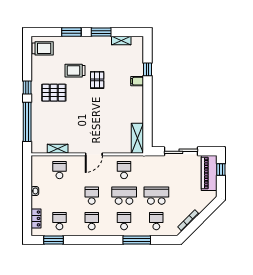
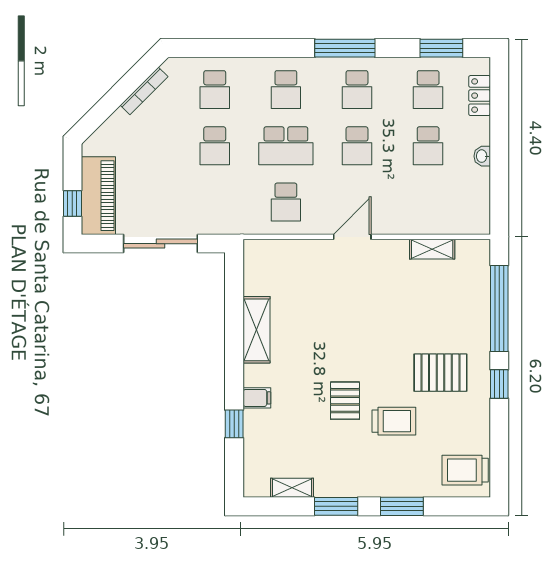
shelving: (137, 138) -> (257, 330), moved
school desk: (59, 170) -> (428, 146), moved
school desk: (156, 196) -> (215, 146), width x0.54
window: (137, 240) -> (345, 48), moved

